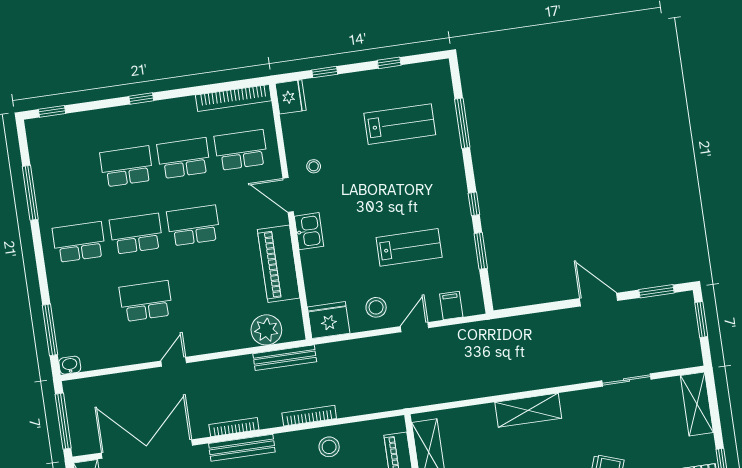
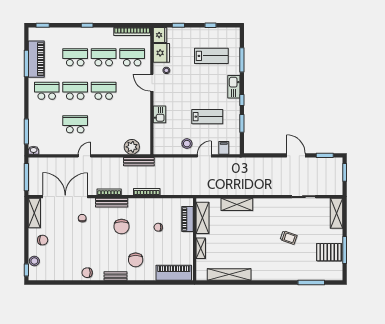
kitchen sink: (454, 180) -> (234, 87), added
kitchen sink: (309, 231) -> (160, 114), moved
piano: (279, 264) -> (36, 59), moved, turned 180
fridge: (329, 320) -> (161, 53), moved, turned 90
shelving: (528, 410) -> (237, 204), moved
stool: (329, 447) -> (154, 208), removed

